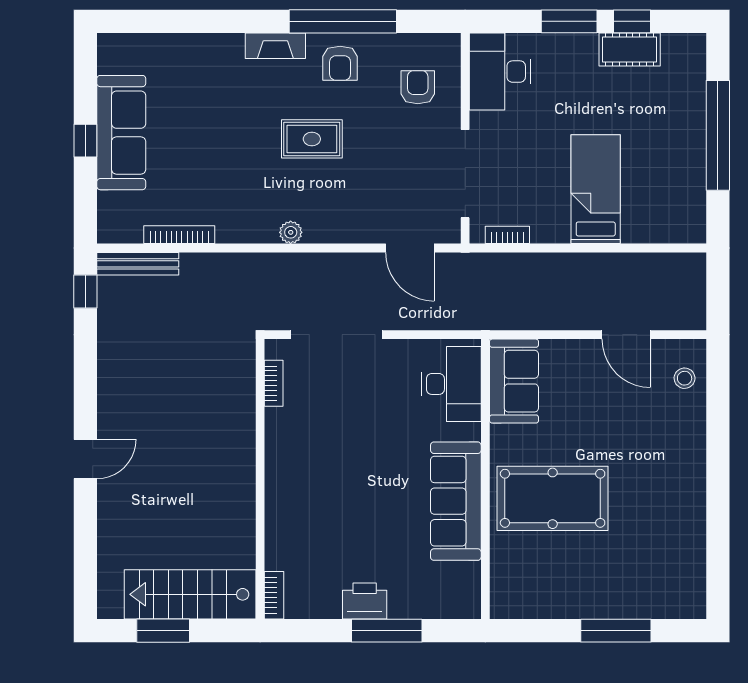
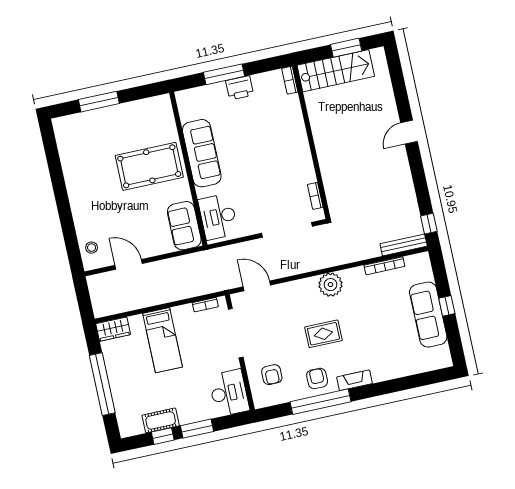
wardrobe: (678, 227) -> (113, 329), added
plant: (291, 232) -> (330, 285), width x1.88, depth x1.88

